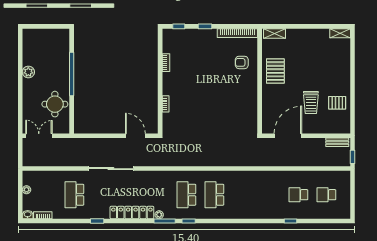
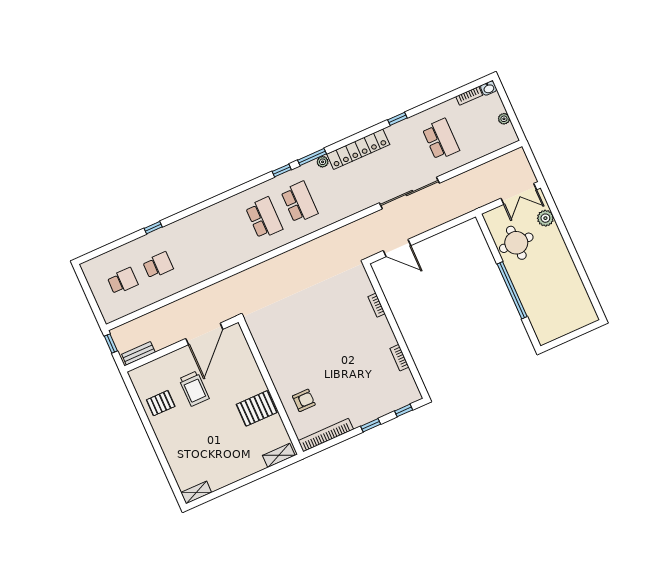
pallet: (275, 71) -> (257, 408), turned 90
plant: (28, 72) -> (545, 218), moved
trolley: (311, 103) -> (194, 389), turned 180

